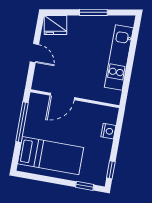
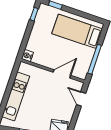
door: (34, 53) -> (81, 99), moved
nightstand: (108, 131) -> (27, 56), moved

